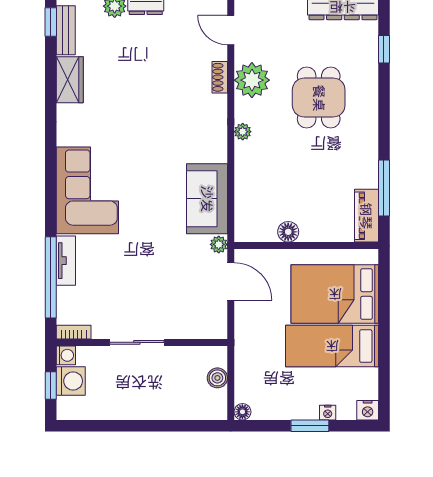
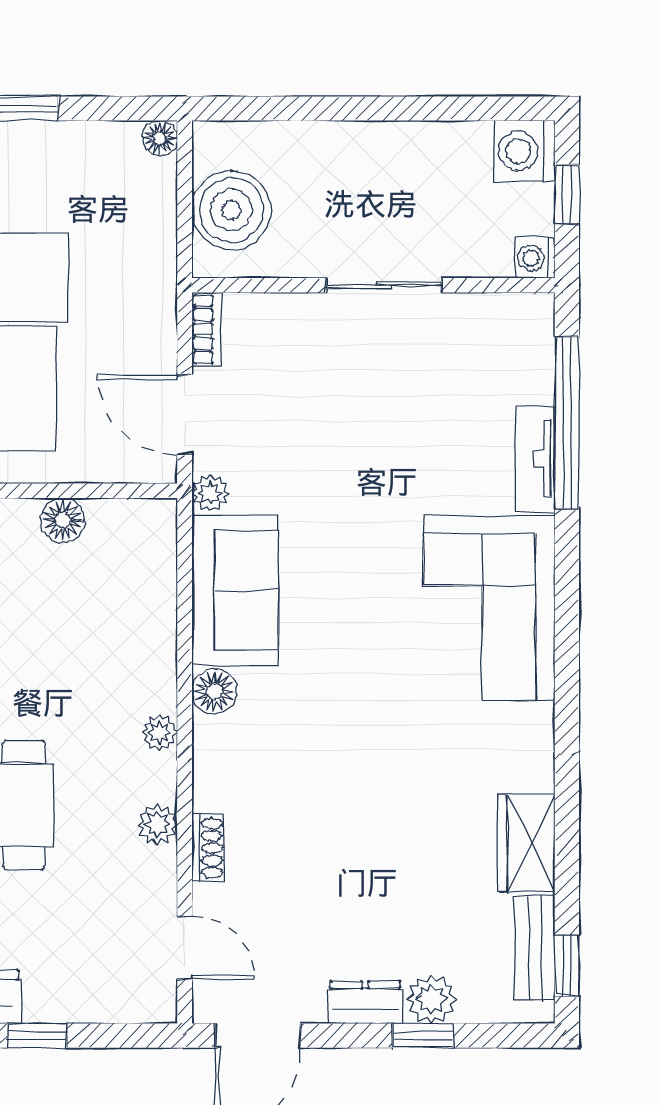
plant: (252, 80) -> (157, 825), width x0.53, depth x0.53
floor lamp: (217, 151) -> (214, 691), added
bookcase: (74, 332) -> (207, 329), moved, turned -90
boiler: (217, 378) -> (231, 210), width x1.86, depth x1.86
washing machine: (71, 381) -> (524, 151), moved

